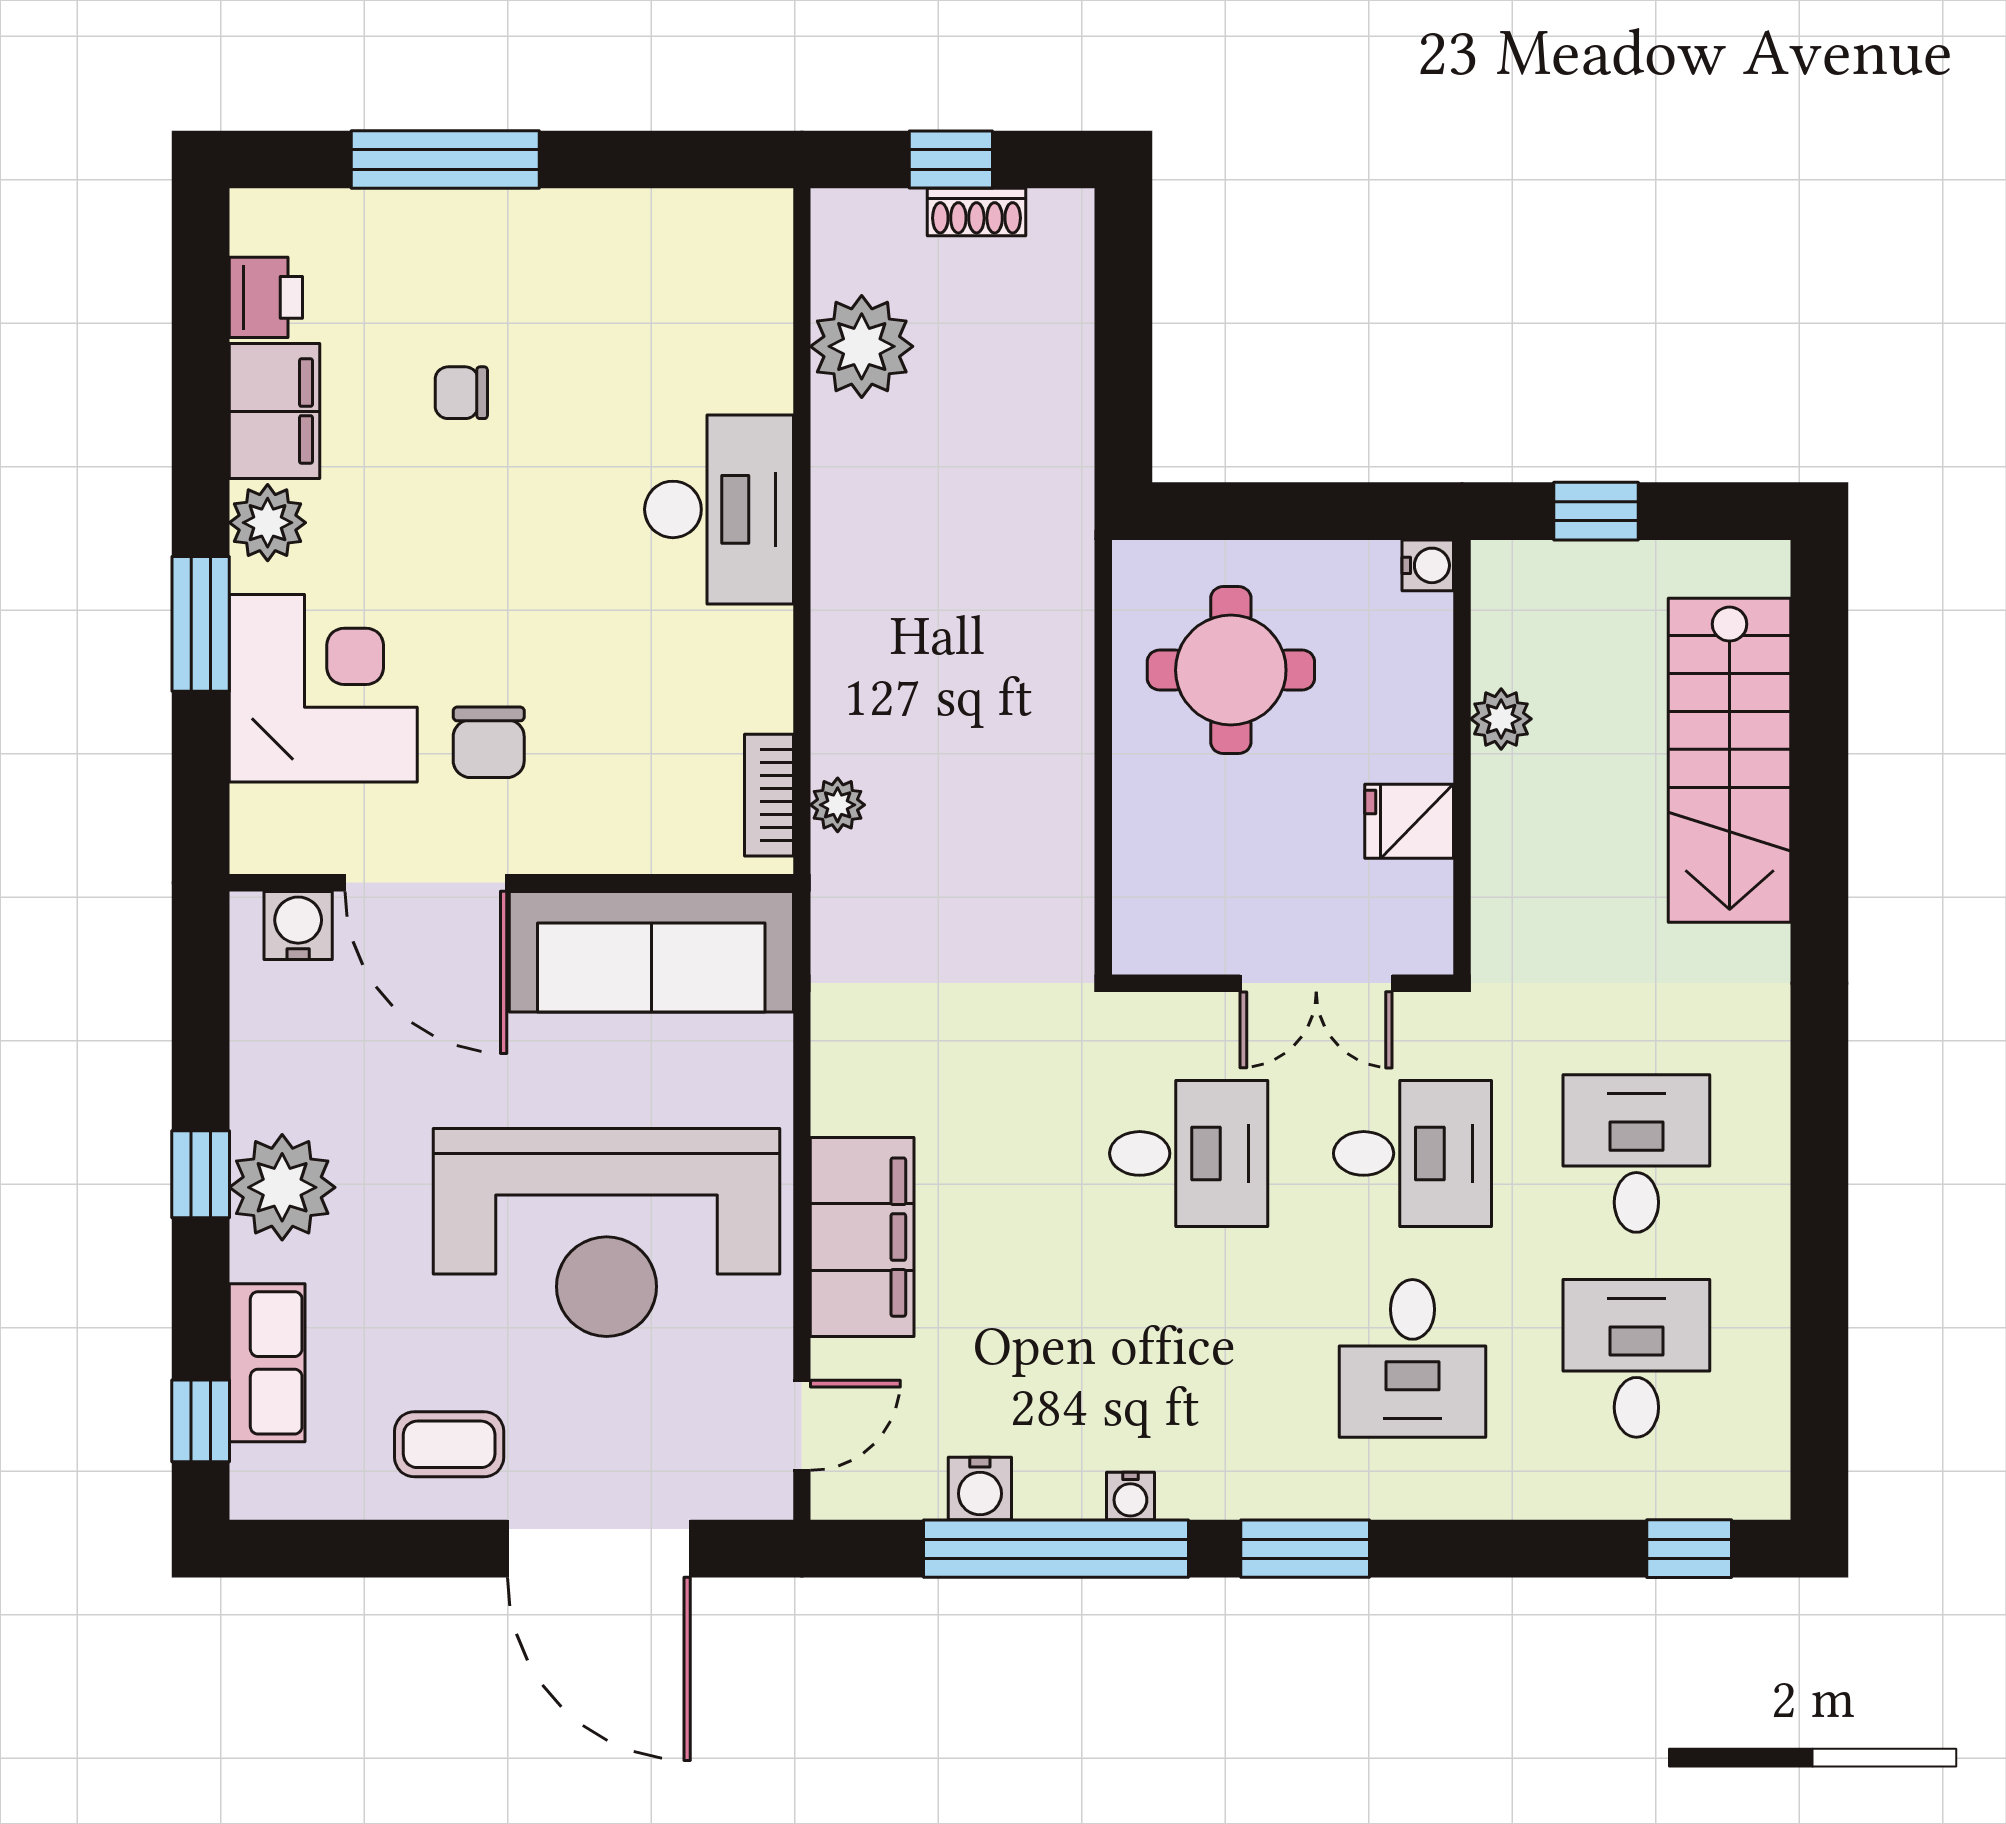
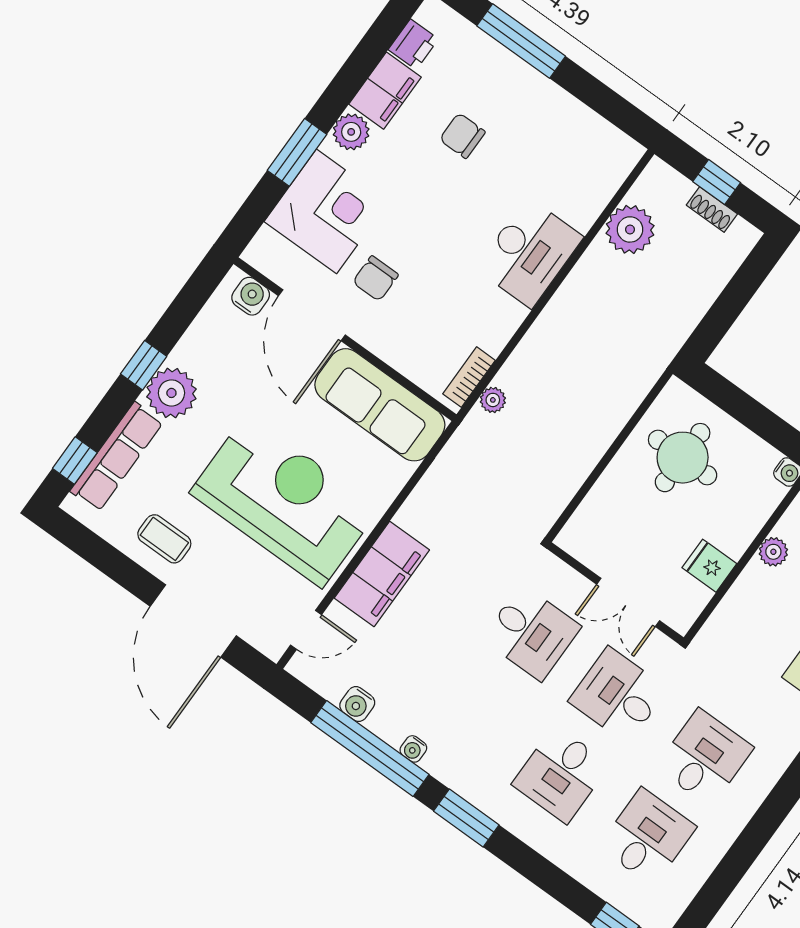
chair: (461, 393) -> (462, 136), width x1.37, depth x1.37
desk: (1413, 1153) -> (618, 695), turned 180
reception desk: (607, 1233) -> (284, 501), turned 180
row of seats: (267, 1363) -> (117, 457), width x1.48

